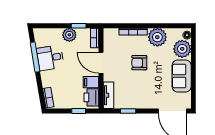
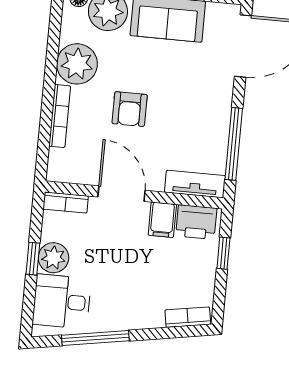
window: (79, 26) -> (33, 259), moved
desk: (50, 58) -> (62, 301), moved, turned 99
door: (101, 63) -> (121, 194), swing flipped
window: (128, 111) -> (234, 144), width x2.17

